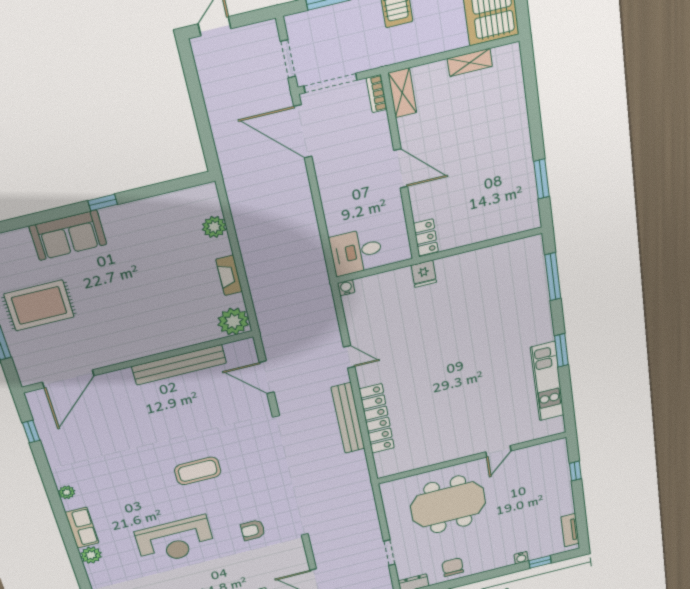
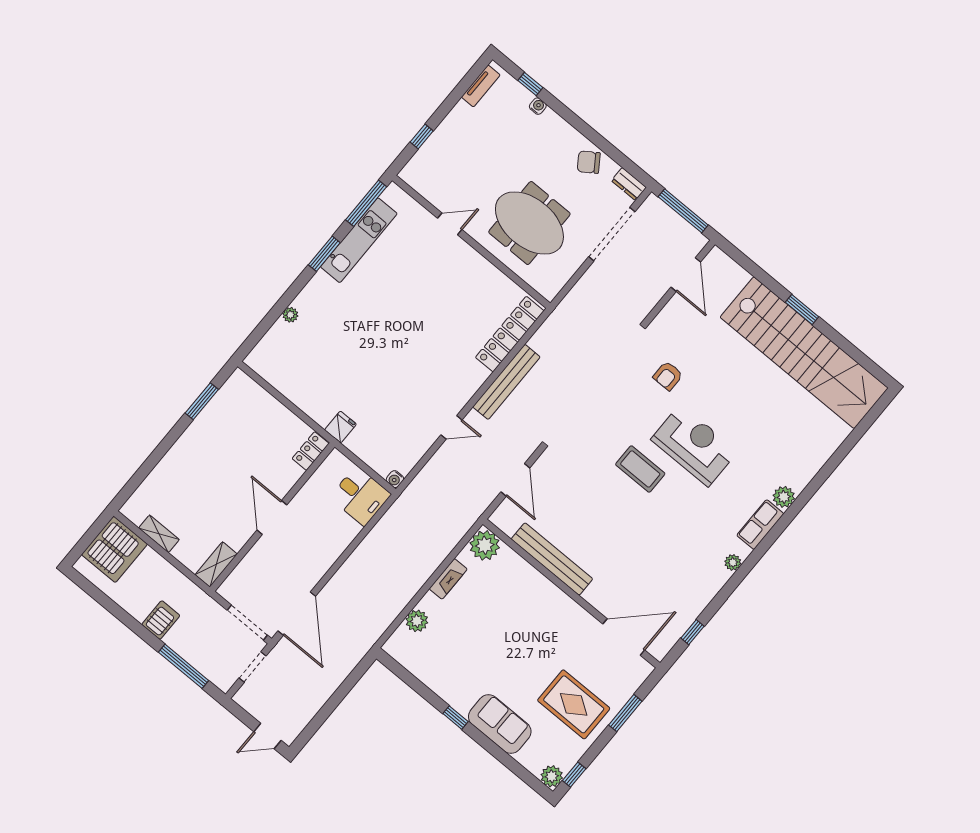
bookcase: (377, 94) -> (231, 583), removed
window: (553, 277) -> (366, 203), moved
plant: (542, 295) -> (290, 315), added
door: (349, 357) -> (452, 427), swing flipped
locker: (377, 419) -> (510, 334), moved
armchair: (253, 530) -> (668, 376), turned 90
reception desk: (175, 540) -> (694, 445), moved
doorway: (389, 553) -> (612, 234), width x1.87
chair: (453, 567) -> (589, 162), turned 56

